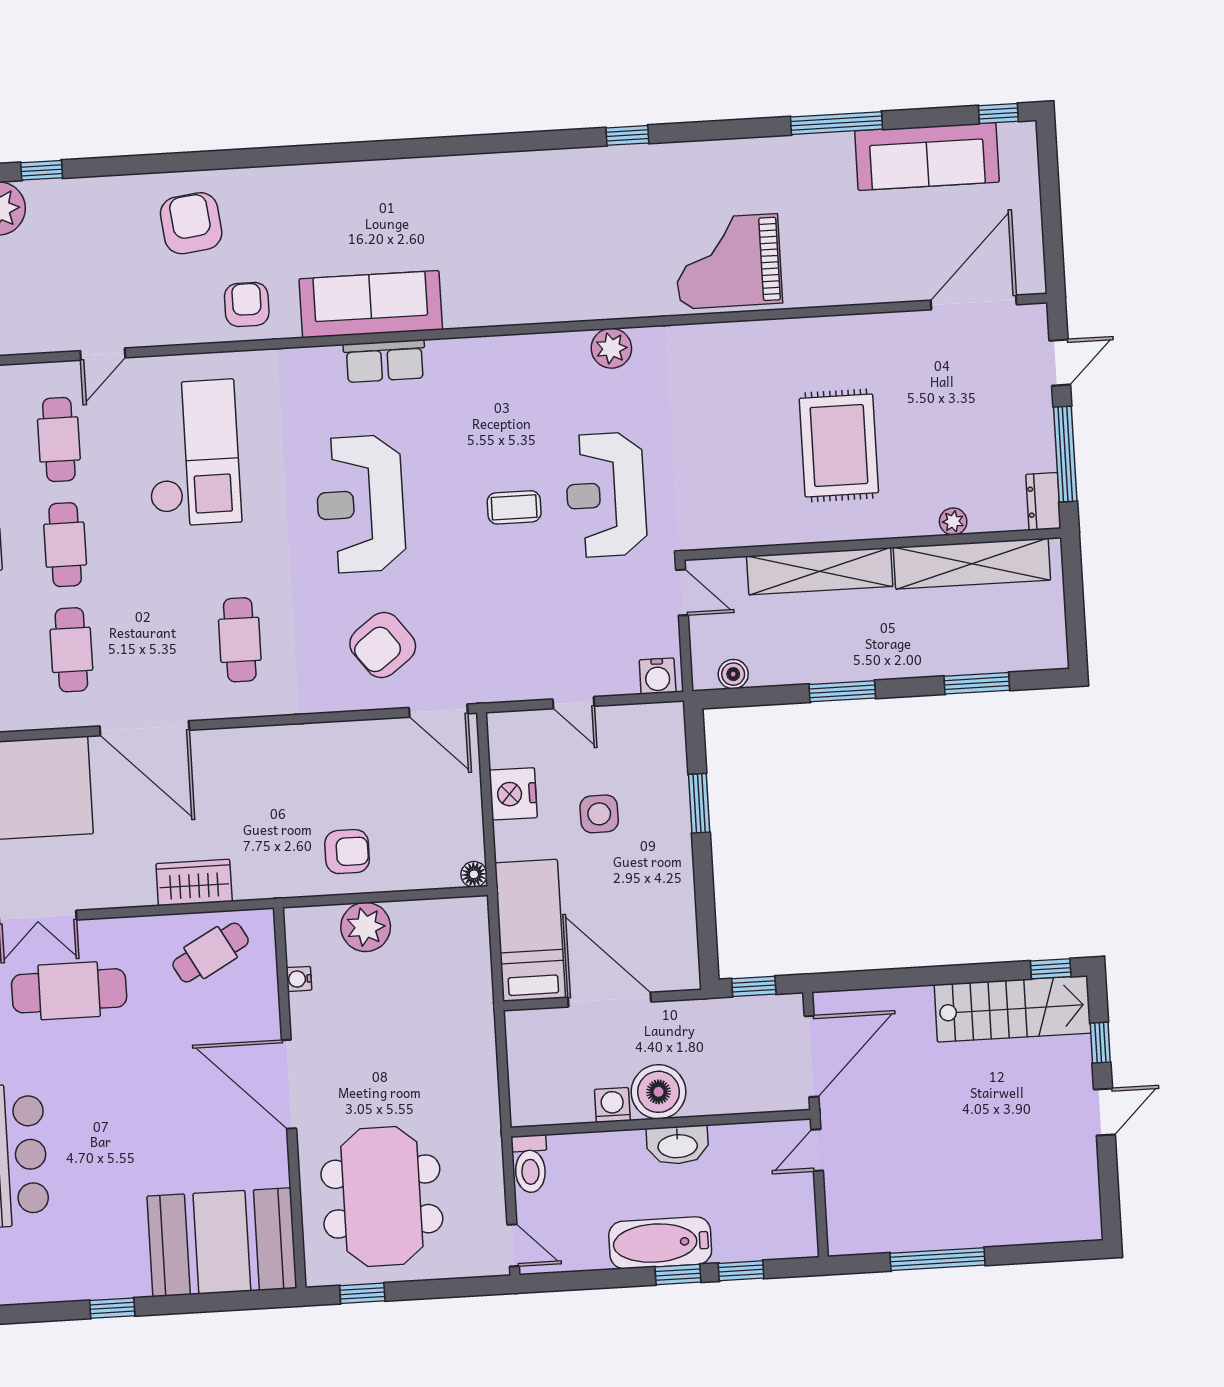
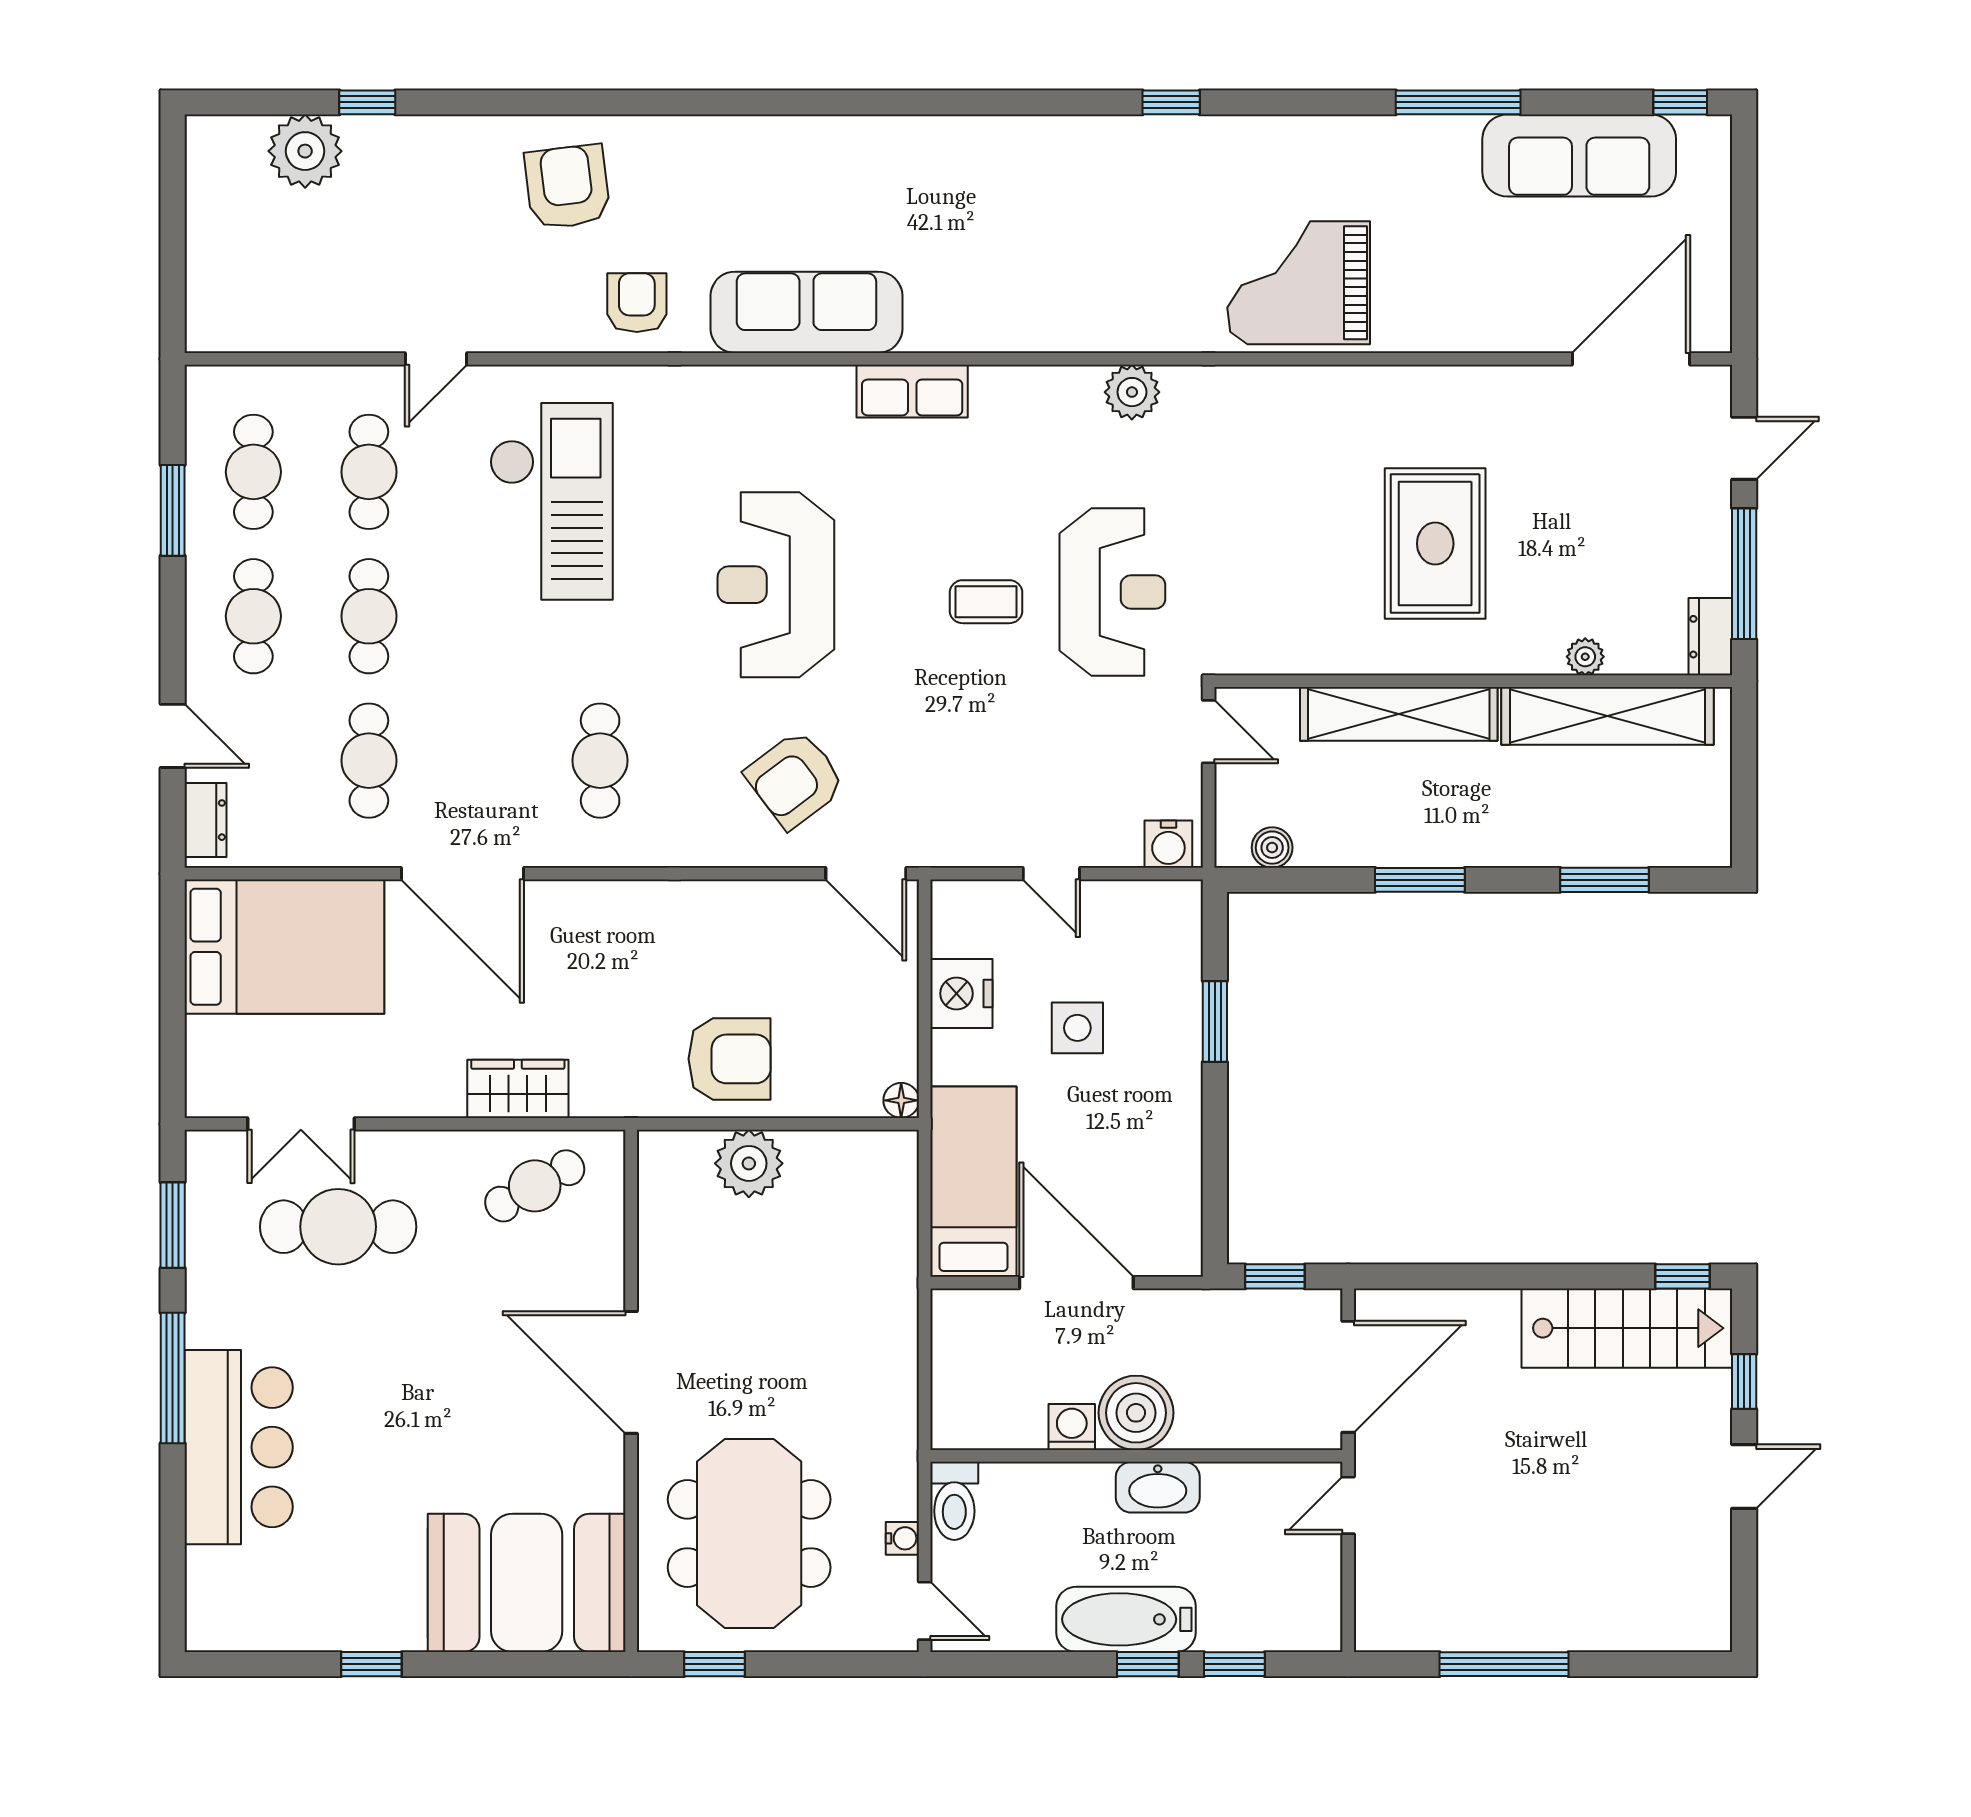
row of seats: (385, 361) -> (912, 391), moved
reception desk: (606, 495) -> (1112, 592), turned 180
armchair: (347, 852) -> (730, 1059), width x1.38, depth x1.38
water cooler: (299, 979) -> (902, 1538), moved, turned 180

